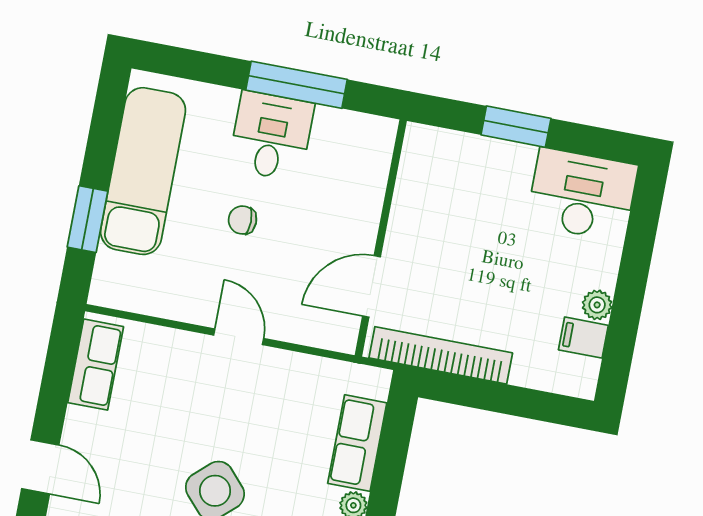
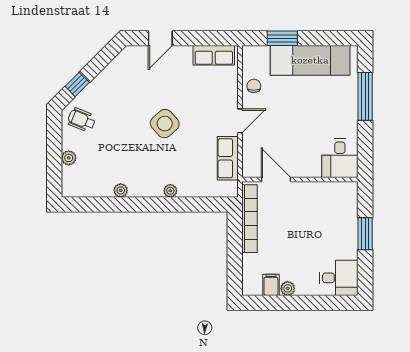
window: (297, 85) -> (365, 96), moved
desk: (271, 136) -> (340, 158), moved, turned 90
desk: (582, 195) -> (339, 278), width x0.73
chair: (242, 220) -> (254, 86), moved
row of seats: (357, 443) -> (228, 158), moved, turned -90

